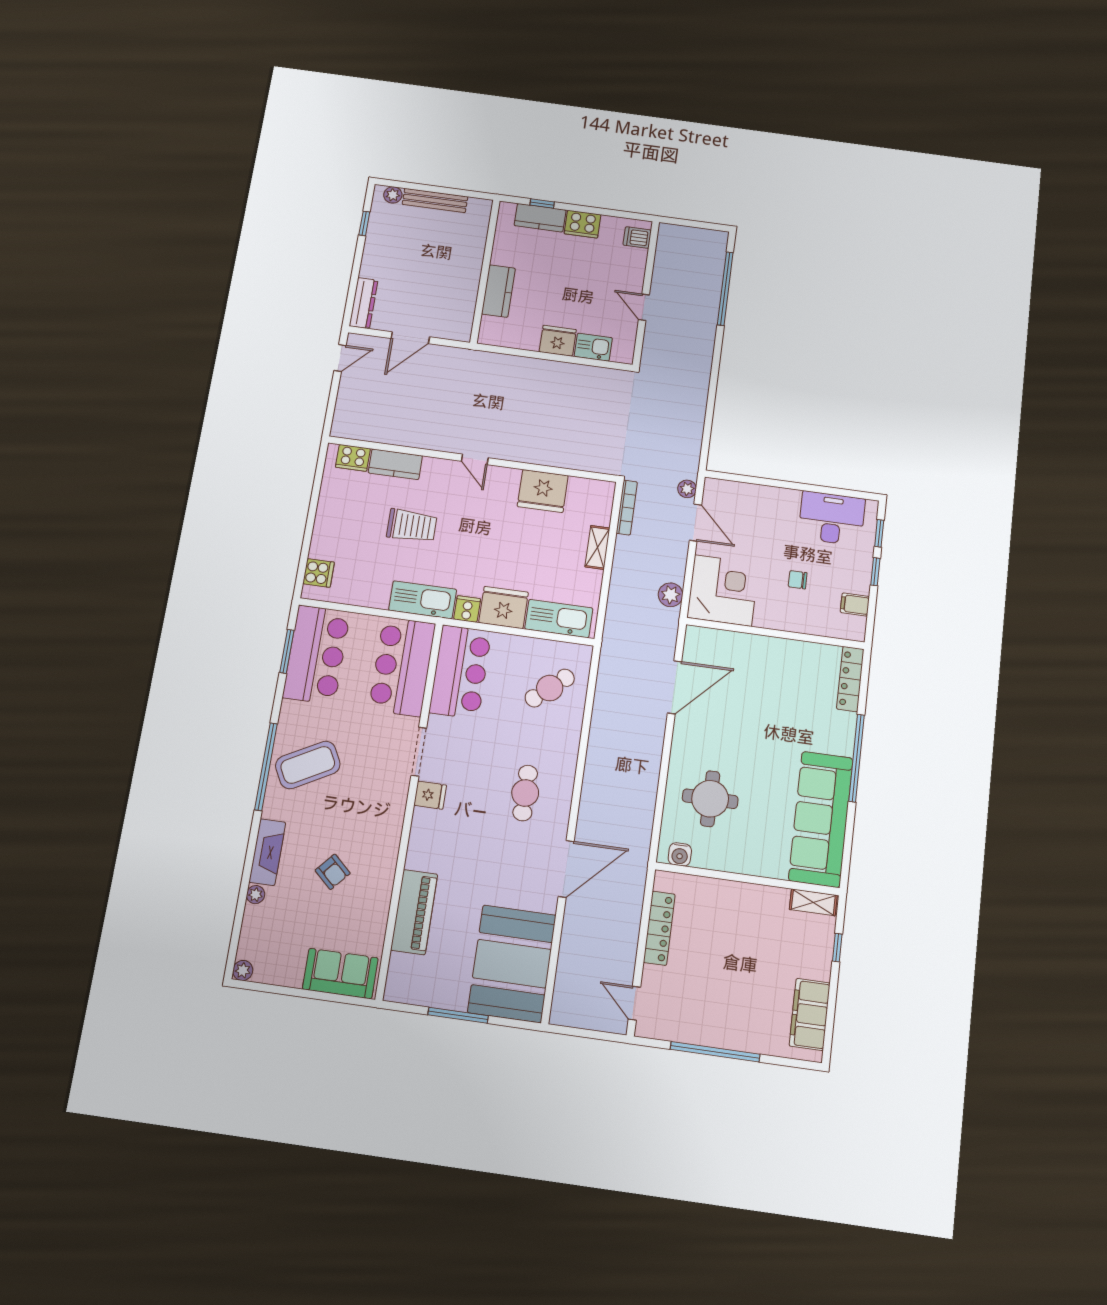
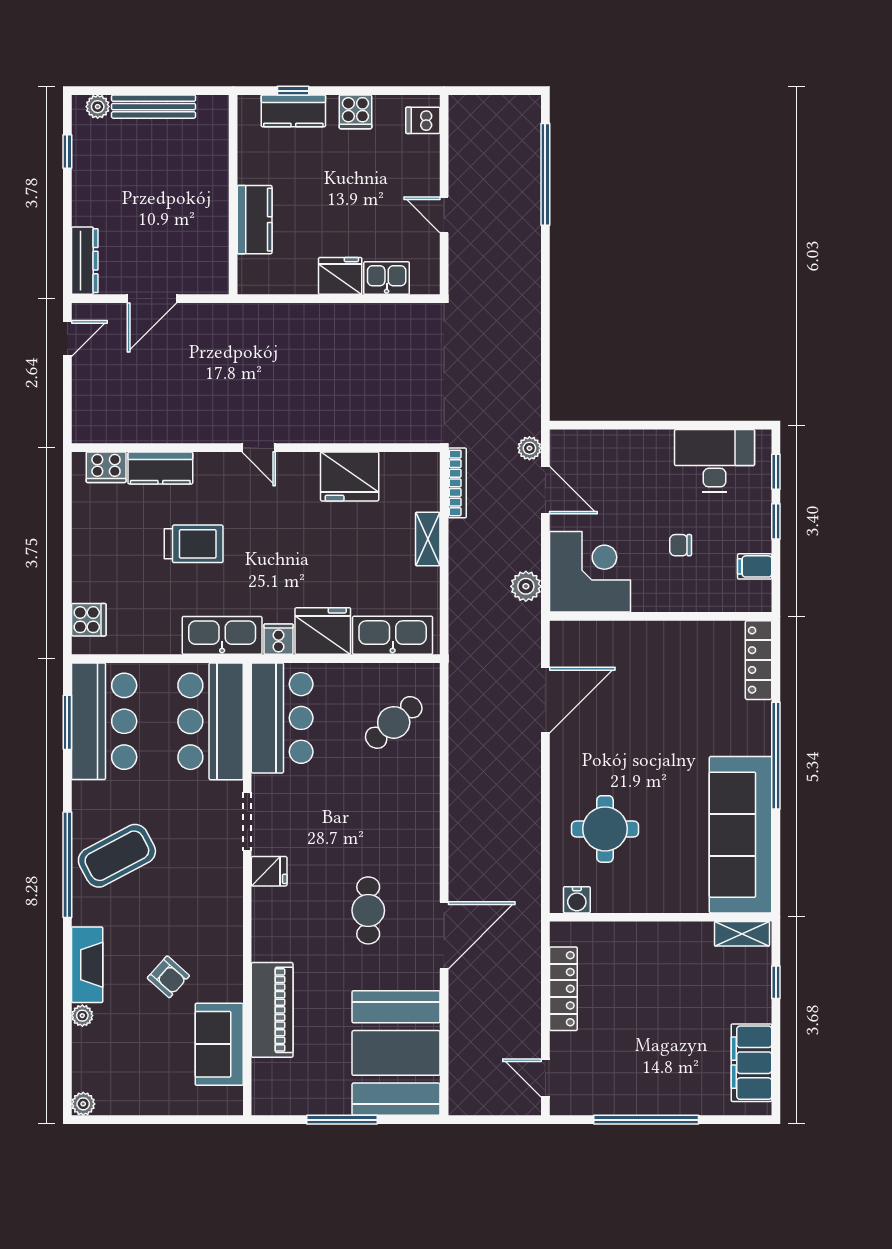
cooker: (583, 224) -> (355, 112), width x0.73
cafe table: (525, 793) -> (368, 910), moved
sofa: (340, 973) -> (219, 1044), moved, turned -90

